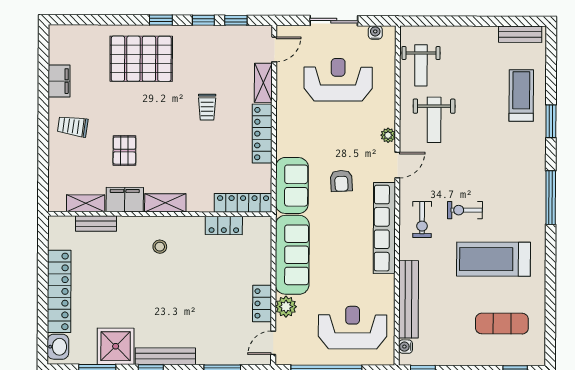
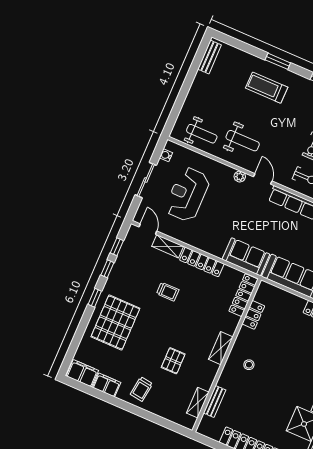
treadmill: (521, 96) -> (267, 88), moved
pallet: (124, 151) -> (173, 361), turned 90
armchair: (341, 181) -> (257, 222), removed
filing cabinet: (125, 200) -> (82, 373), moved, turned 90

